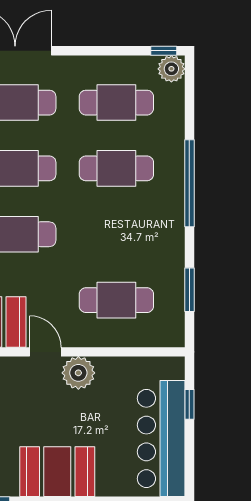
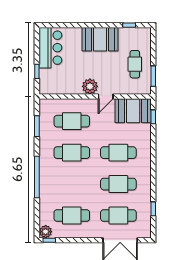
cafe table: (116, 168) -> (72, 153), moved
door: (45, 352) -> (106, 96), hinge flipped
bar counter: (161, 438) -> (50, 48), width x0.73

